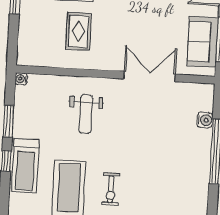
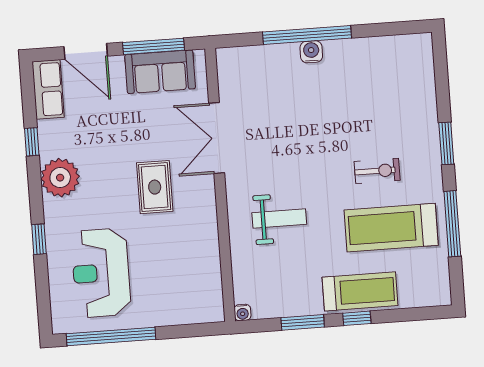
rug: (78, 31) -> (155, 187), moved, turned 90
water cooler: (205, 120) -> (311, 52), moved

